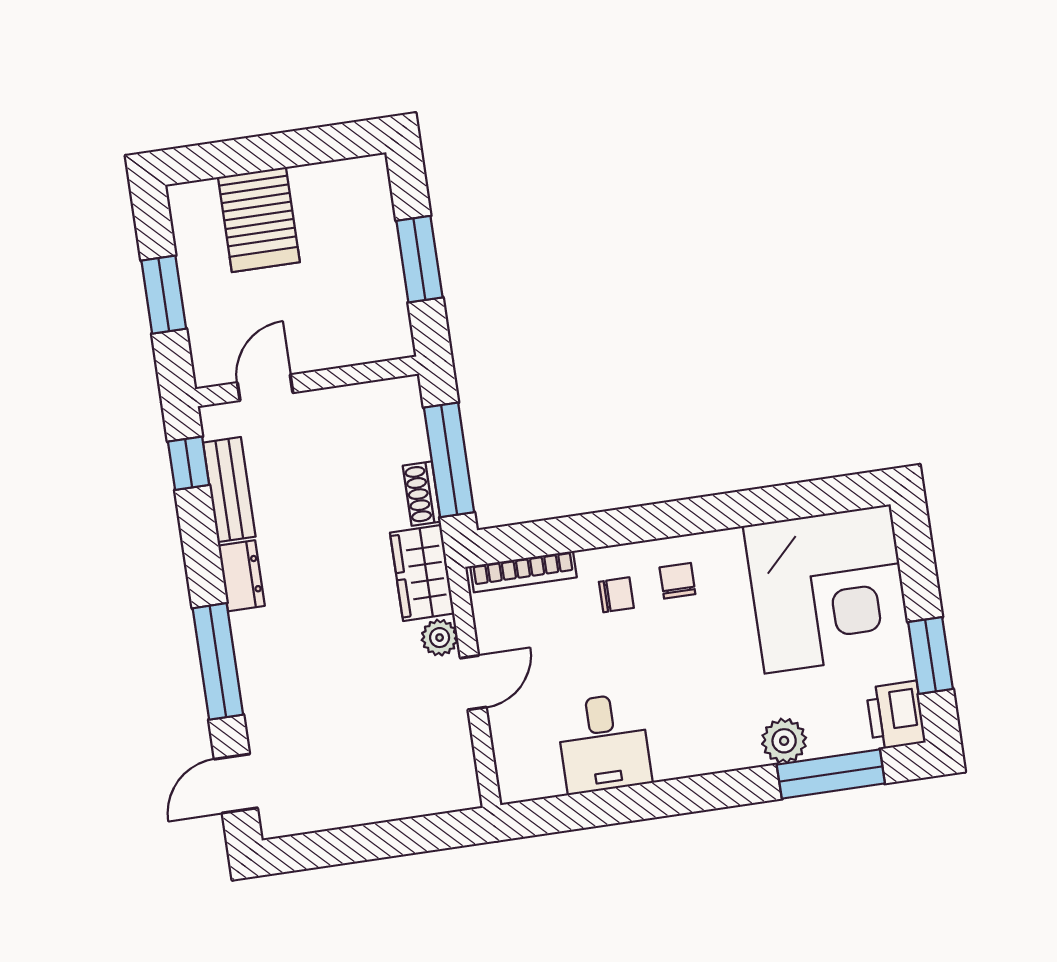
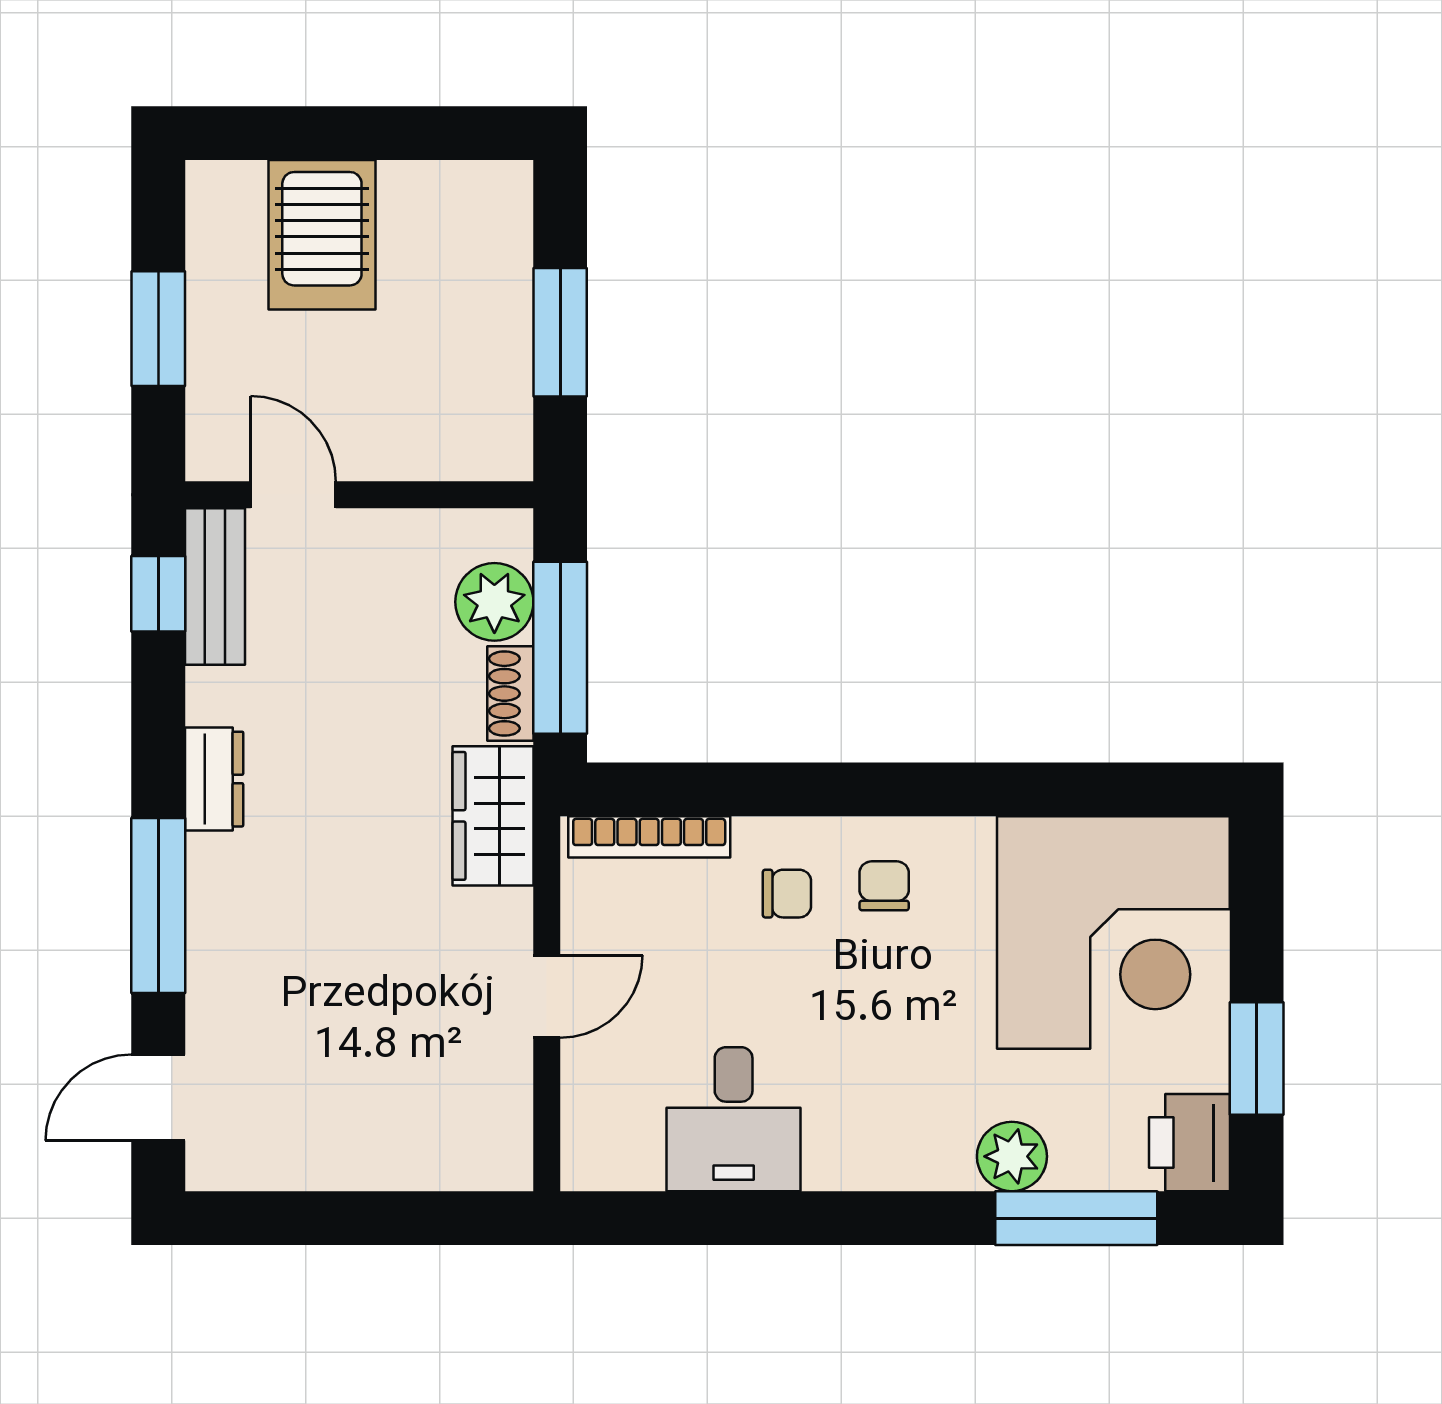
door: (265, 388) -> (293, 495), hinge flipped
bench: (229, 490) -> (215, 587), moved
plant: (440, 638) -> (494, 602), moved, width x1.38, depth x1.38

